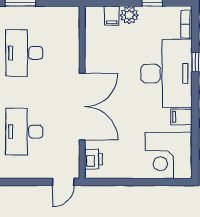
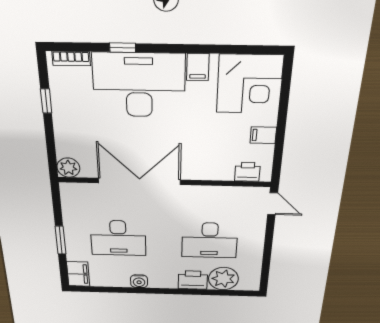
plant: (129, 15) -> (68, 168), moved
filing cabinet: (112, 16) -> (263, 135), moved, turned 180
double door: (82, 107) -> (139, 181), moved

